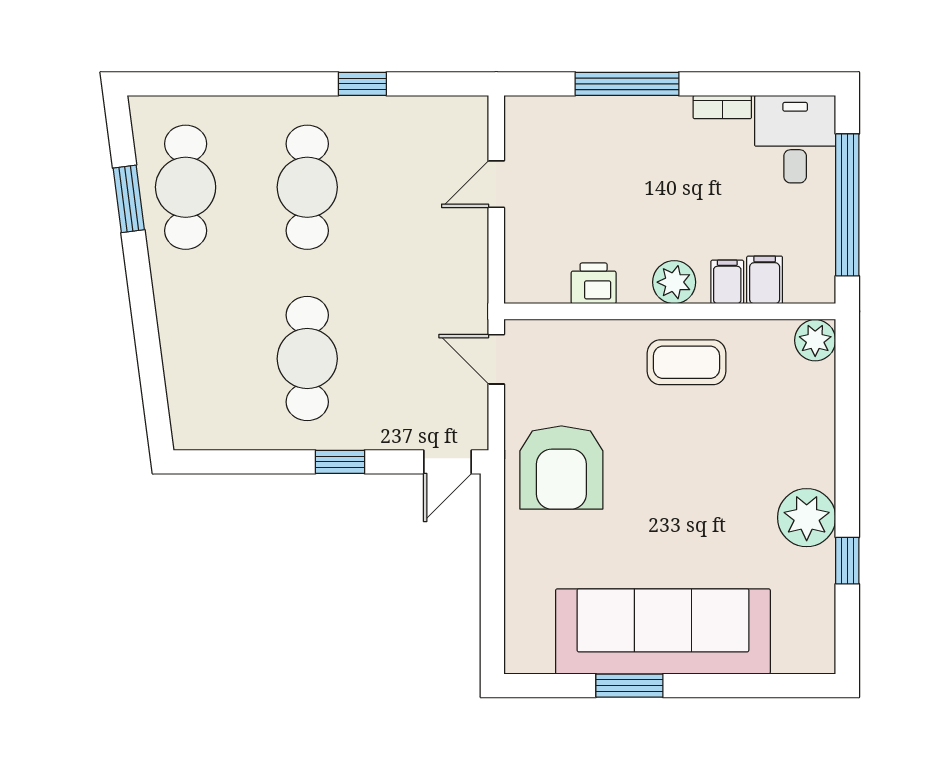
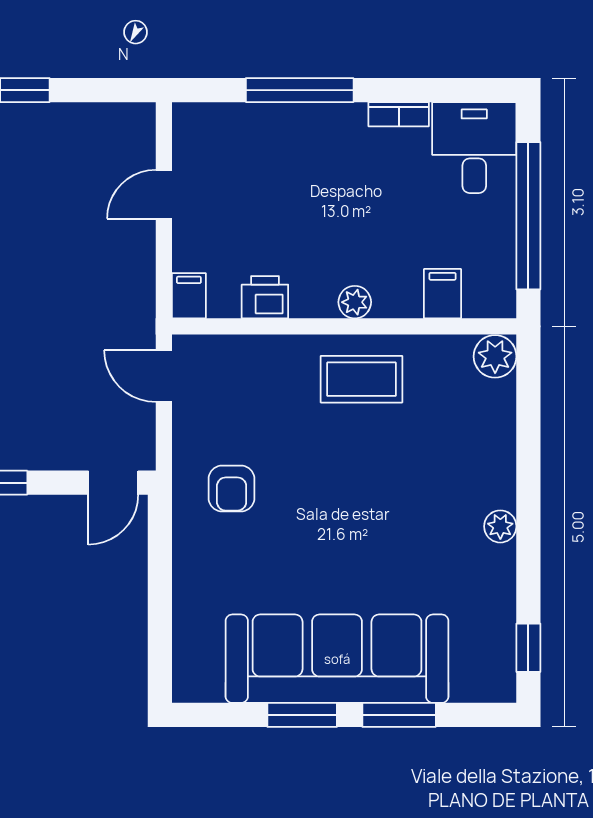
plant: (674, 282) -> (355, 302), width x0.73, depth x0.73
filing cabinet: (727, 282) -> (189, 296), moved
armchair: (561, 468) -> (232, 489), width x0.53, depth x0.53
plant: (807, 518) -> (500, 526), width x0.53, depth x0.53
window: (847, 561) -> (528, 648), moved
window: (723, 686) -> (399, 715), added

